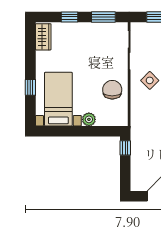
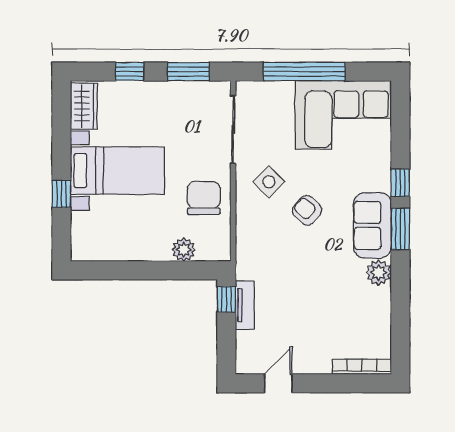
bed with nightstands: (58, 99) -> (117, 171), moved, turned 90
plant: (89, 119) -> (184, 250), moved
tv unit: (136, 151) -> (245, 305), added

